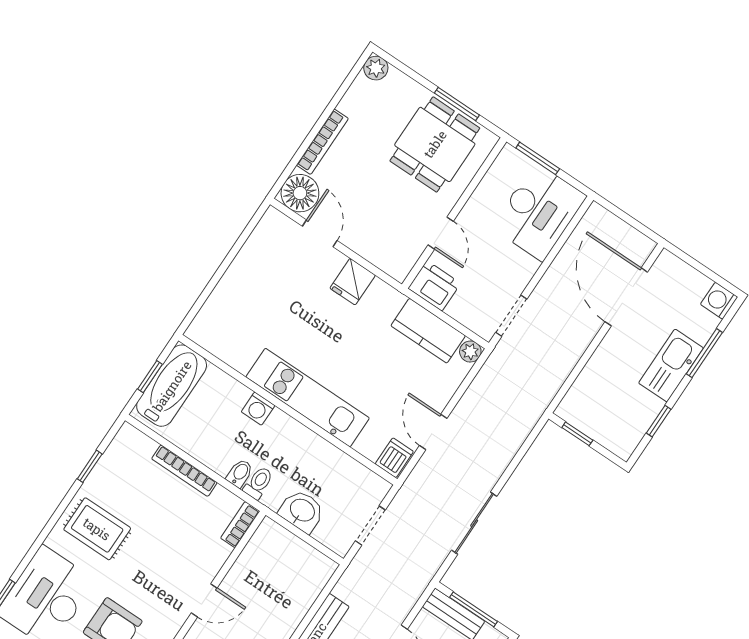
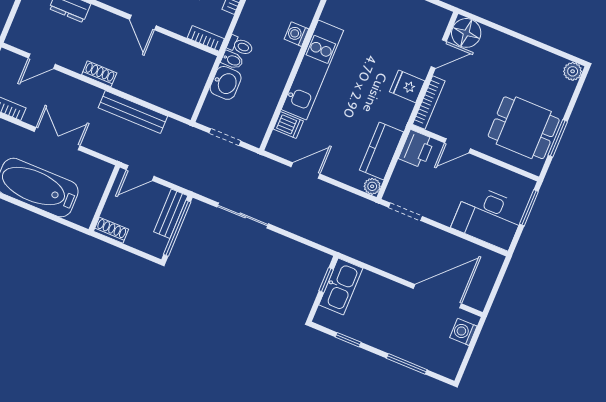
bookcase: (322, 142) -> (429, 103), moved, turned -90
washing machine: (719, 301) -> (463, 332), moved, turned -90
kitchen sink: (671, 366) -> (341, 286), moved, turned 90
dishwasher: (394, 458) -> (288, 125), moved
bidet: (240, 473) -> (232, 60), moved
window: (473, 609) -> (177, 228), width x1.44

